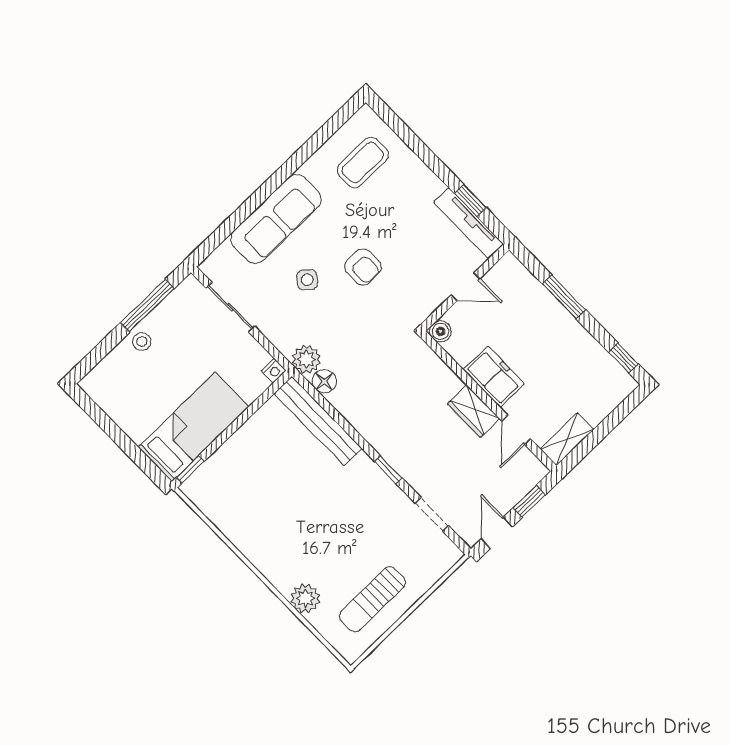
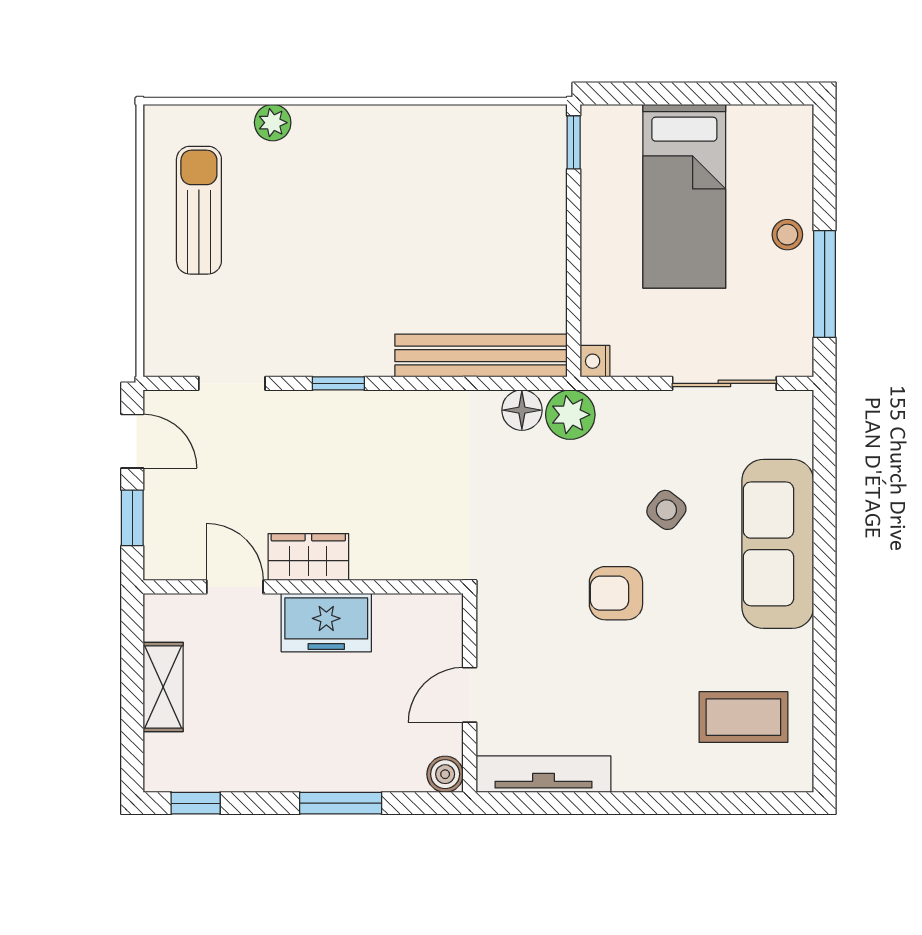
coffee table: (363, 163) -> (743, 717), turned 90
window: (470, 201) -> (569, 803), removed
boiler: (440, 331) -> (445, 774), moved
bed: (194, 427) -> (684, 196), moved
shelving: (567, 439) -> (163, 687), moved
plant: (305, 598) -> (273, 123), width x0.73, depth x0.73

